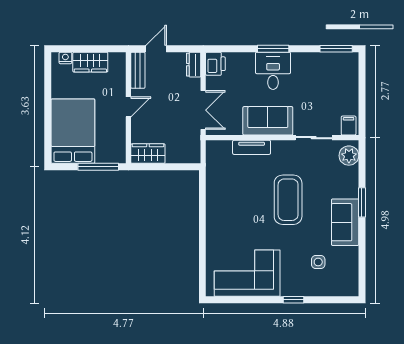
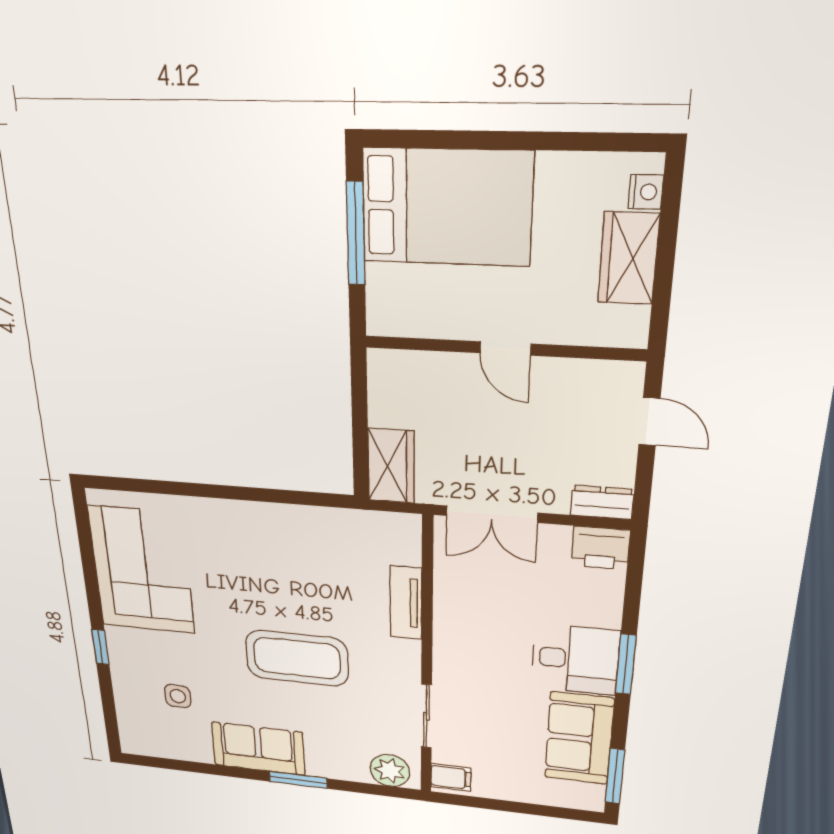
bench: (138, 70) -> (598, 376), removed
sofa: (268, 121) -> (579, 738), moved, turned 180
wardrobe: (148, 154) -> (391, 466), moved
window: (98, 167) -> (356, 234), moved

